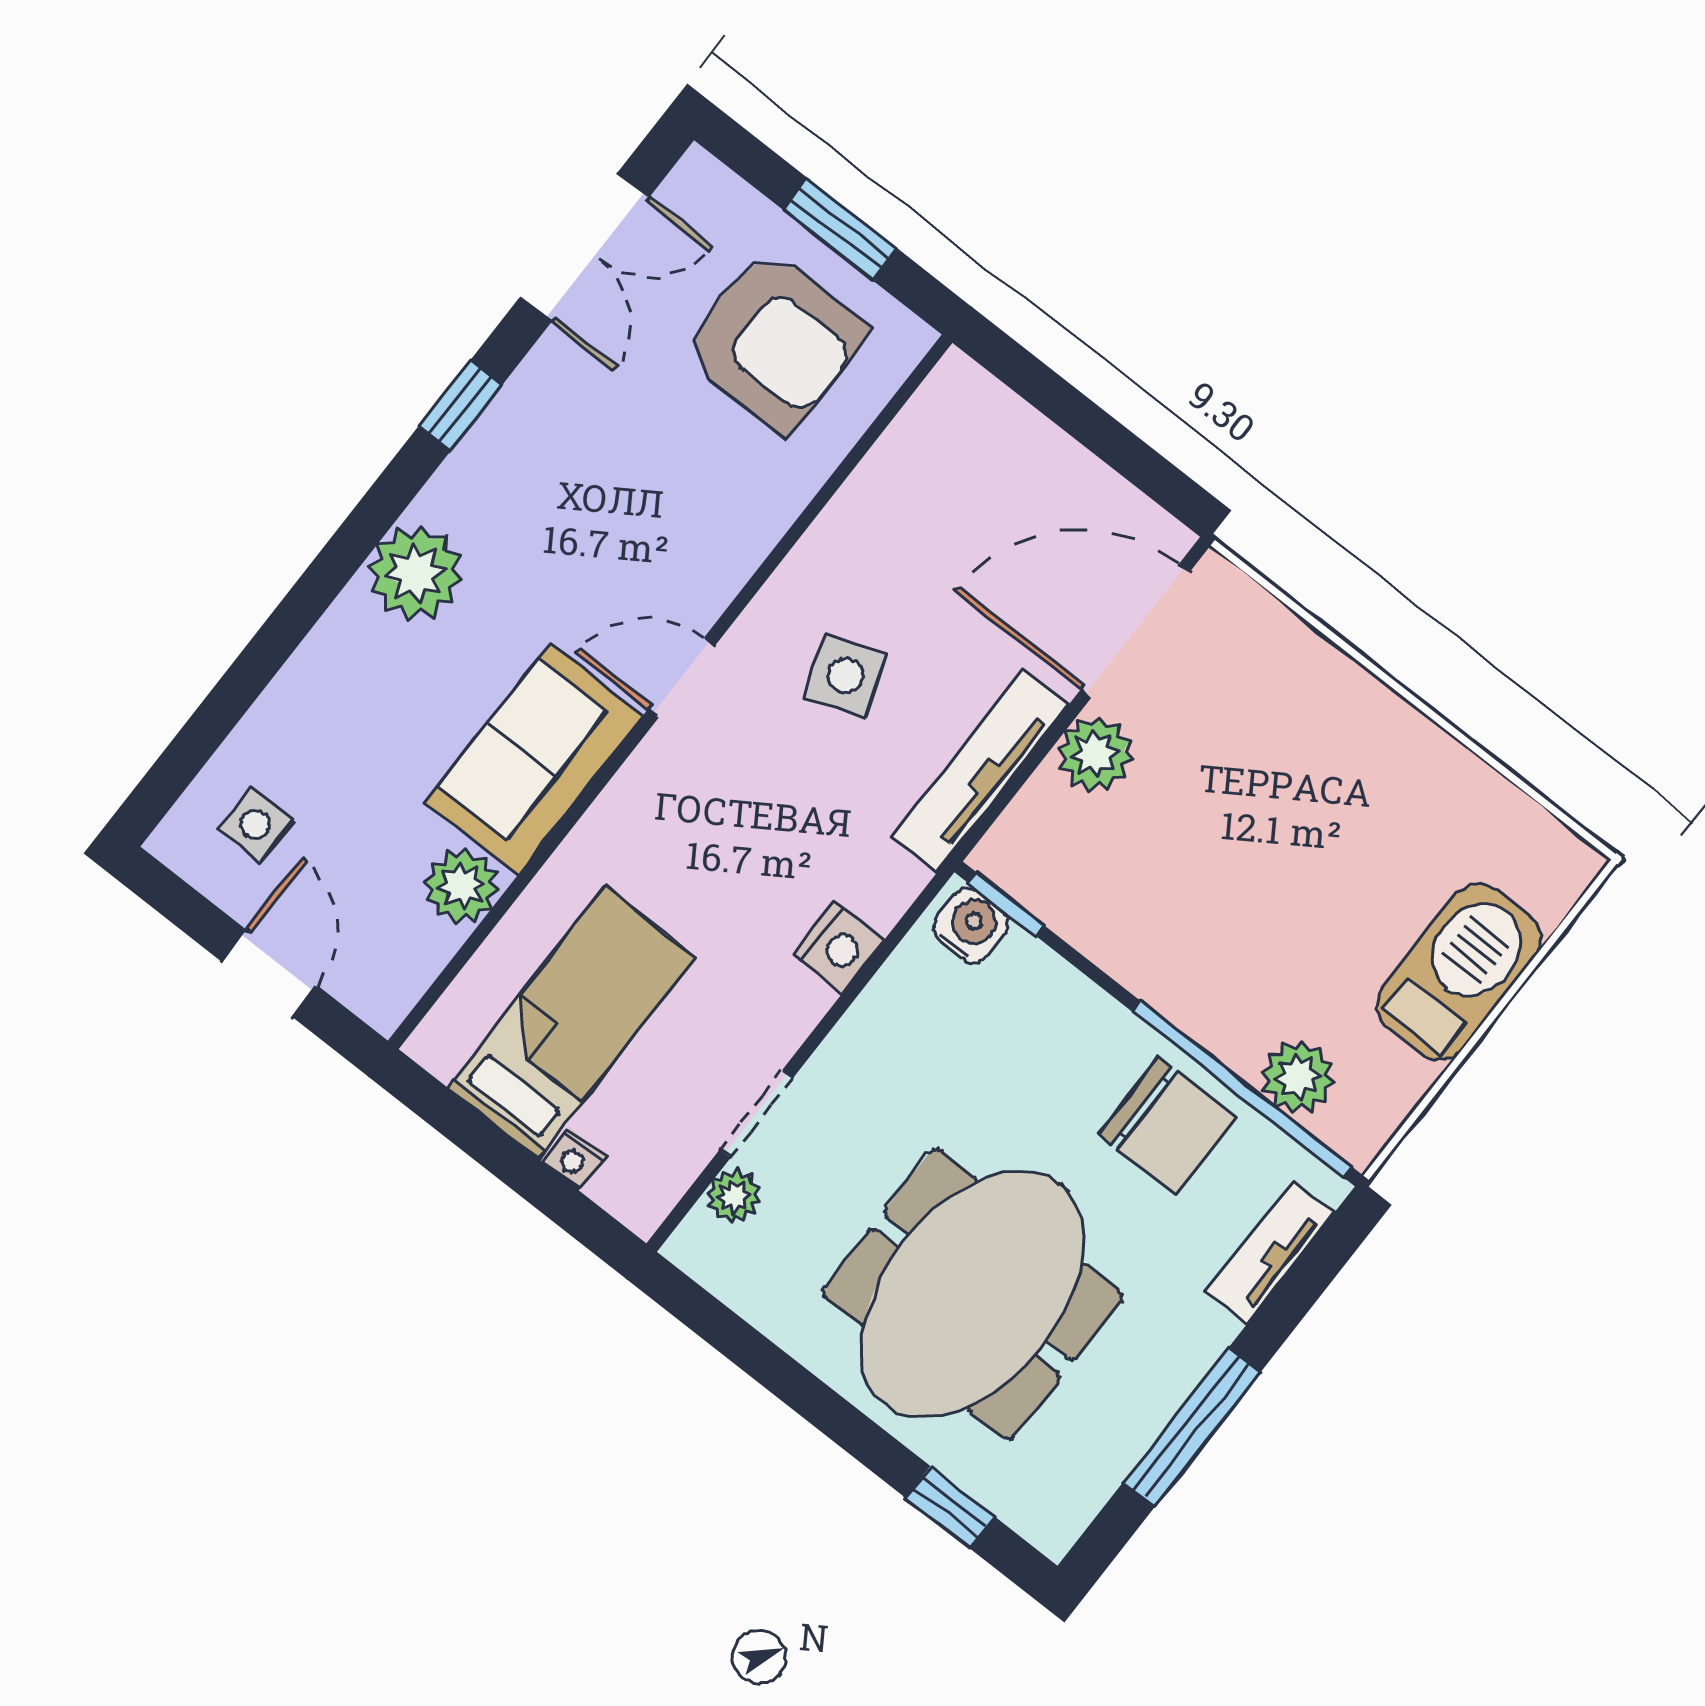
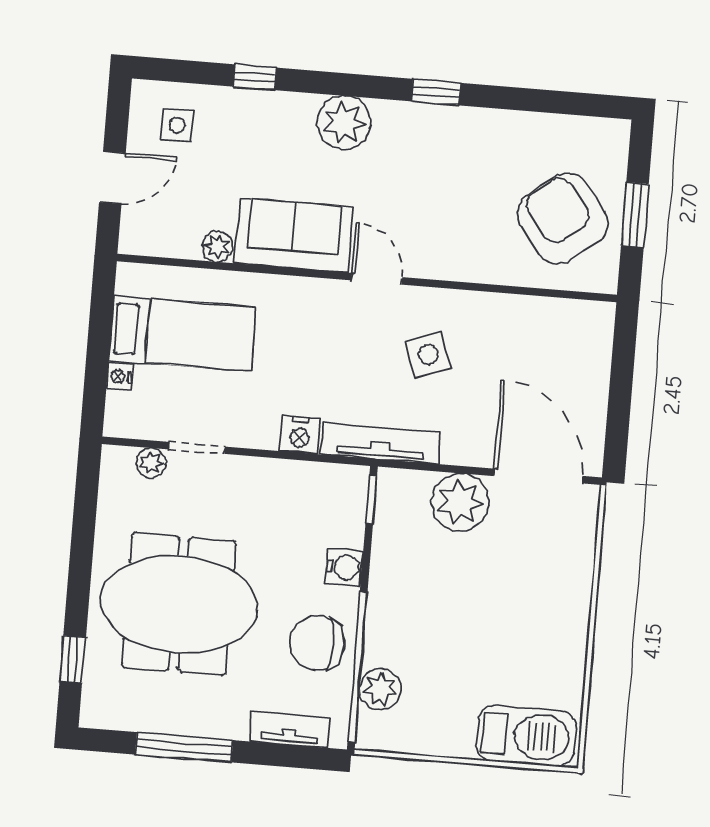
double door: (584, 247) -> (548, 101), removed
armchair: (774, 341) -> (563, 218), turned 142
window: (260, 662) -> (255, 77), added
plant: (1095, 754) -> (460, 502), width x1.36, depth x1.36
tv unit: (980, 771) -> (381, 443), moved
plant: (462, 886) -> (217, 247), width x0.73, depth x0.73
water cooler: (971, 925) -> (344, 567), moved
barbecue: (1459, 972) -> (526, 736), moved
chair: (1167, 1126) -> (317, 643), turned 90

